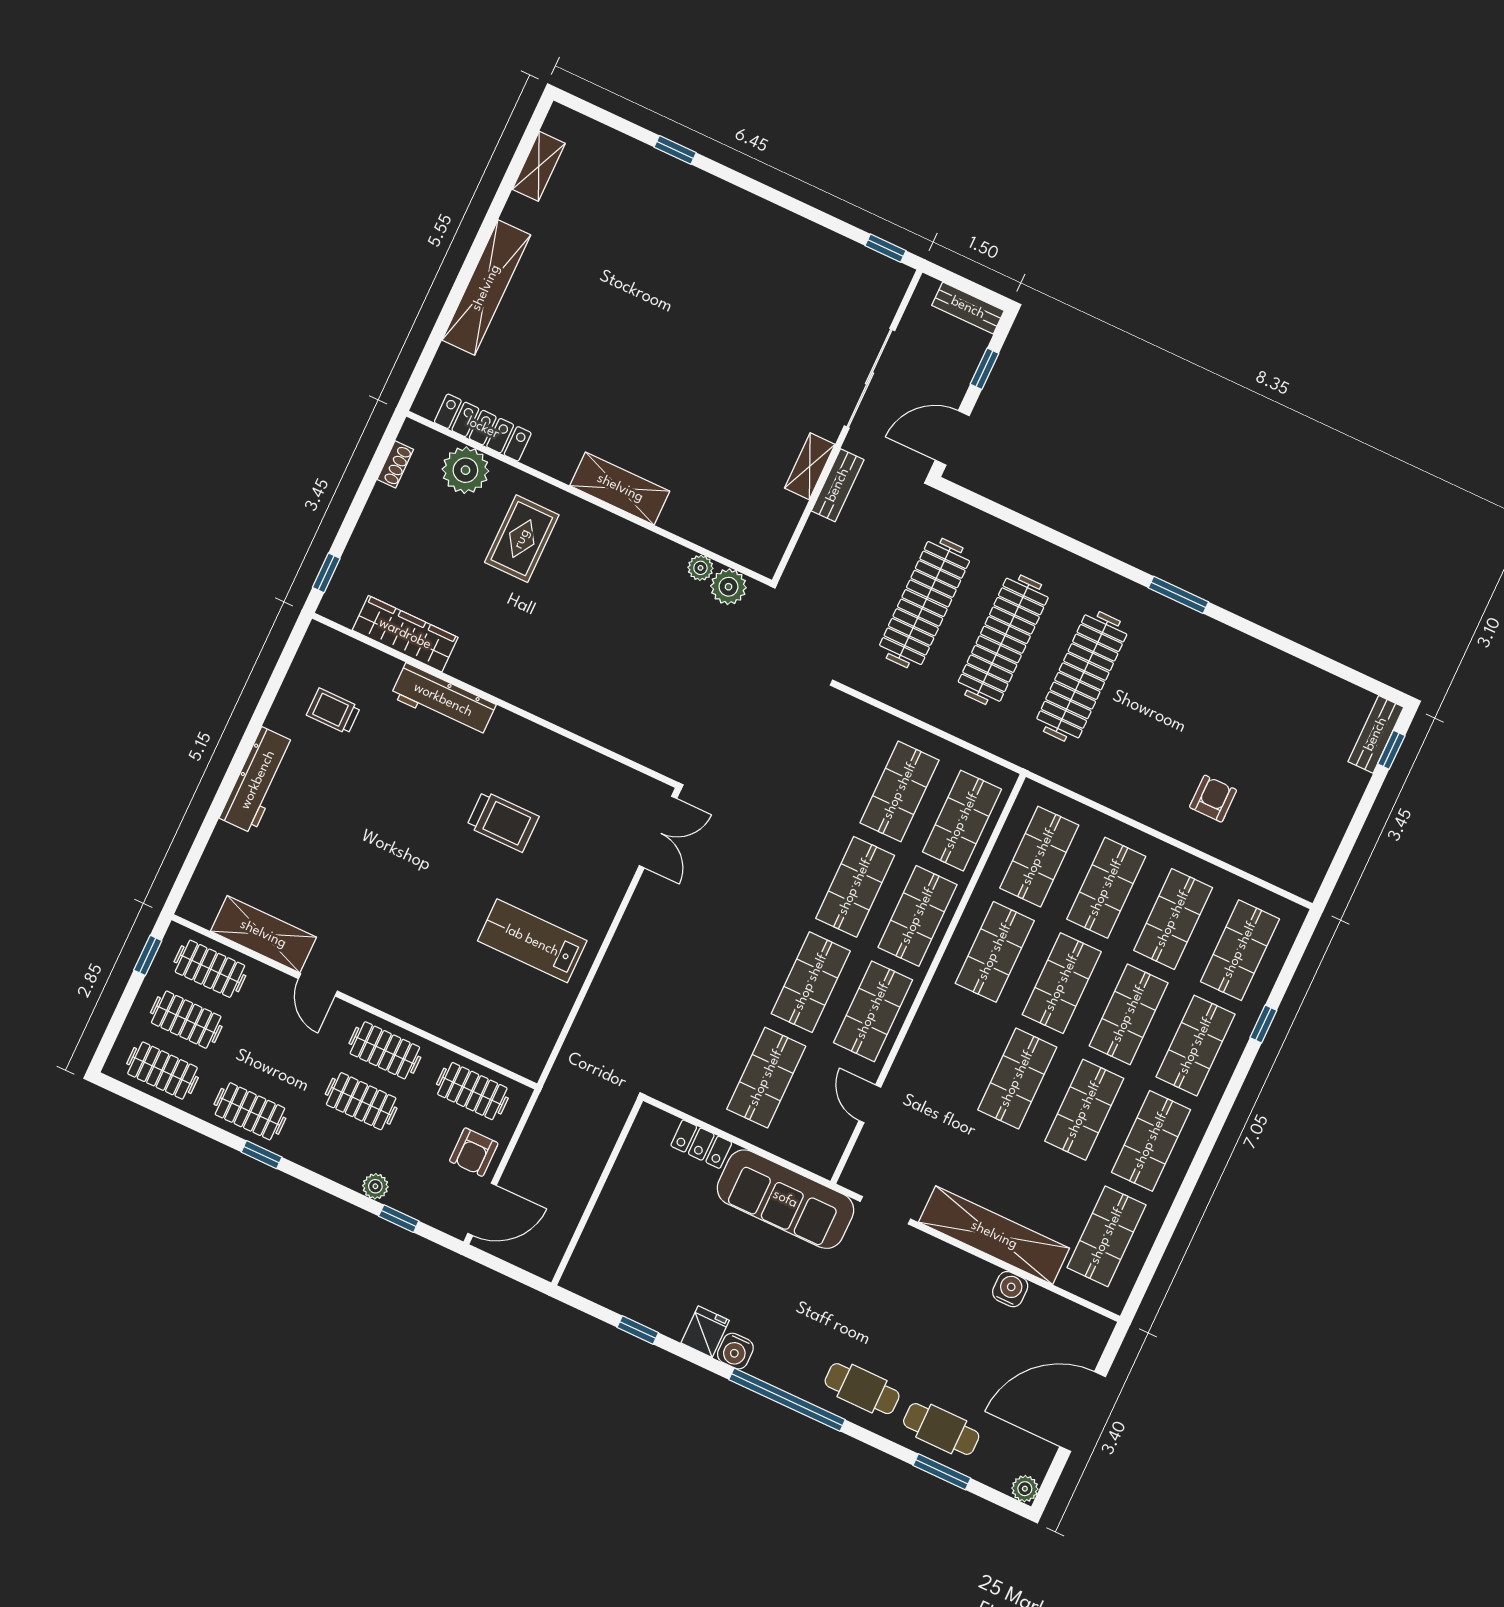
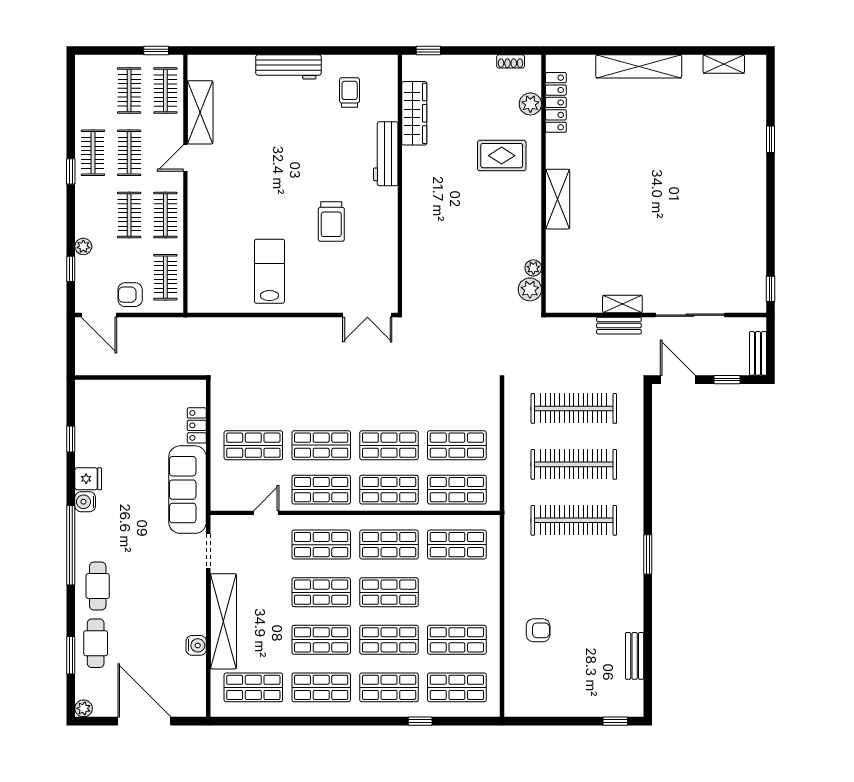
plant: (465, 470) -> (530, 104), width x0.73, depth x0.73
bench: (1376, 734) -> (635, 656), moved, turned 90
shop shelf: (1106, 888) -> (321, 545), moved
clothes rail: (162, 1071) -> (129, 153), moved

